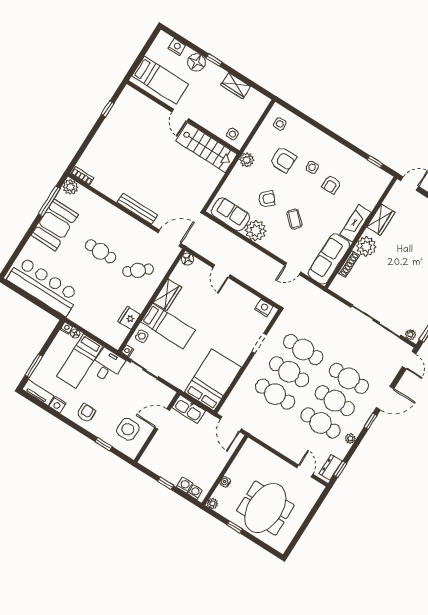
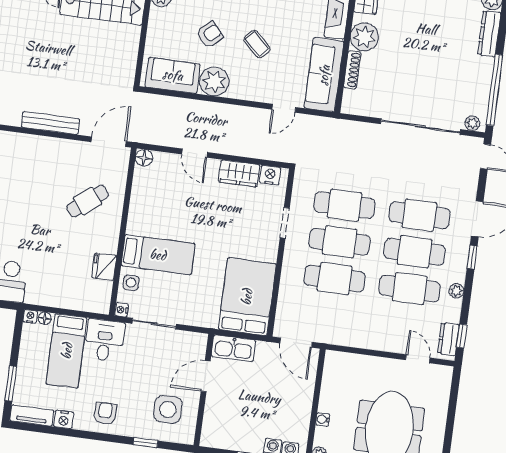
cafe table: (100, 251) -> (29, 199), removed
wardrobe: (167, 295) -> (239, 173), moved, turned 90

